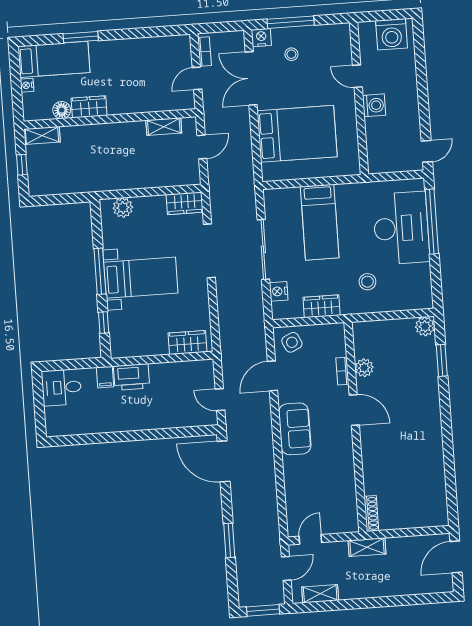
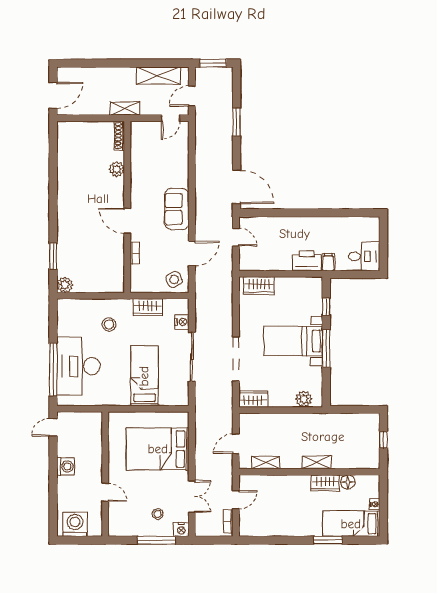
double door: (251, 78) -> (192, 497), width x0.73
washing machine: (374, 105) -> (66, 466), moved, turned 180
shelving: (42, 135) -> (317, 462), moved
plant: (364, 368) -> (117, 169), moved
shelving: (320, 594) -> (158, 76), width x1.50, depth x1.33

